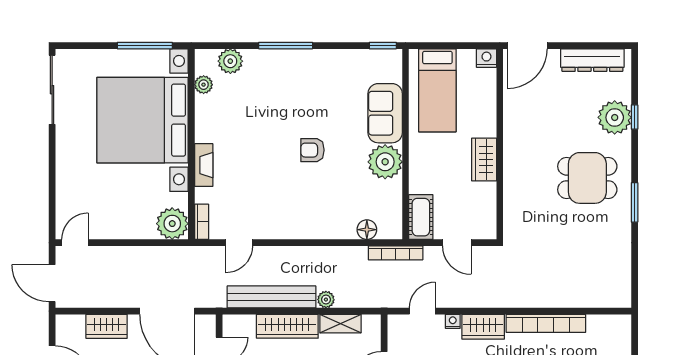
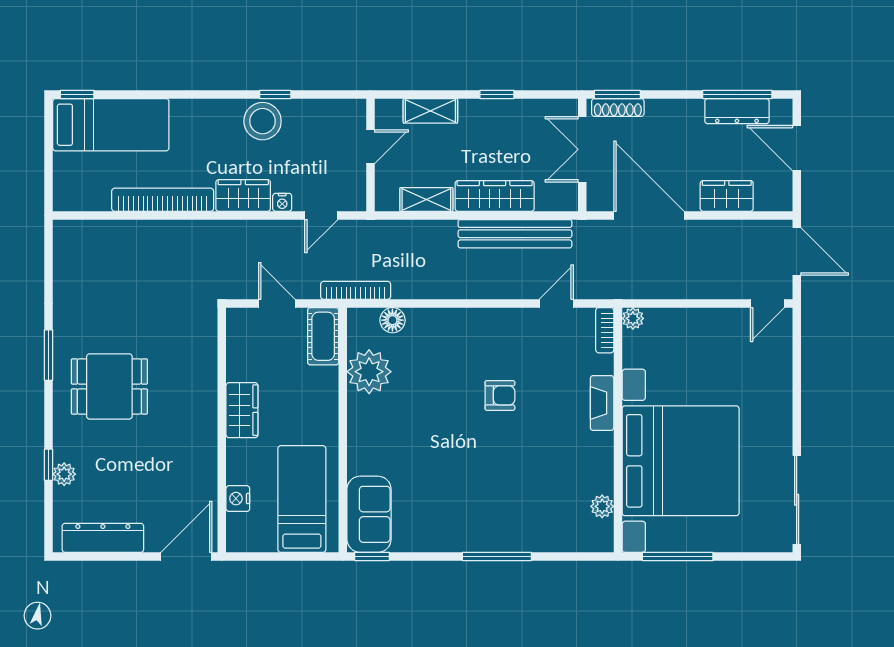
nightstand: (486, 58) -> (238, 499), moved, turned 90
plant: (230, 61) -> (568, 536), removed
sofa: (385, 113) -> (369, 514), moved
plant: (615, 117) -> (64, 474), width x0.53, depth x0.53
armchair: (312, 150) -> (500, 395), moved
plant: (385, 162) -> (369, 372), moved
plant: (172, 224) -> (633, 318), width x0.53, depth x0.53
plant: (326, 300) -> (445, 230), removed

